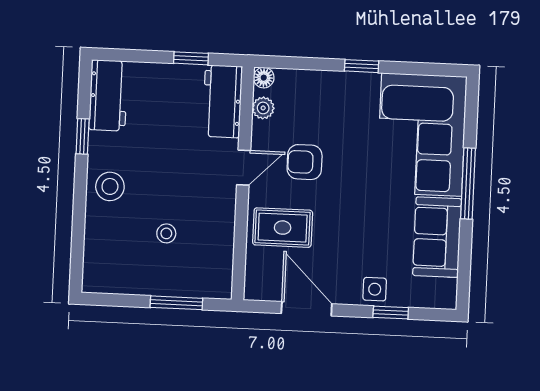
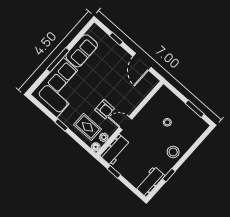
rug: (283, 228) -> (88, 127), moved
side table: (375, 289) -> (115, 50), removed
window: (176, 303) -> (195, 109), moved

